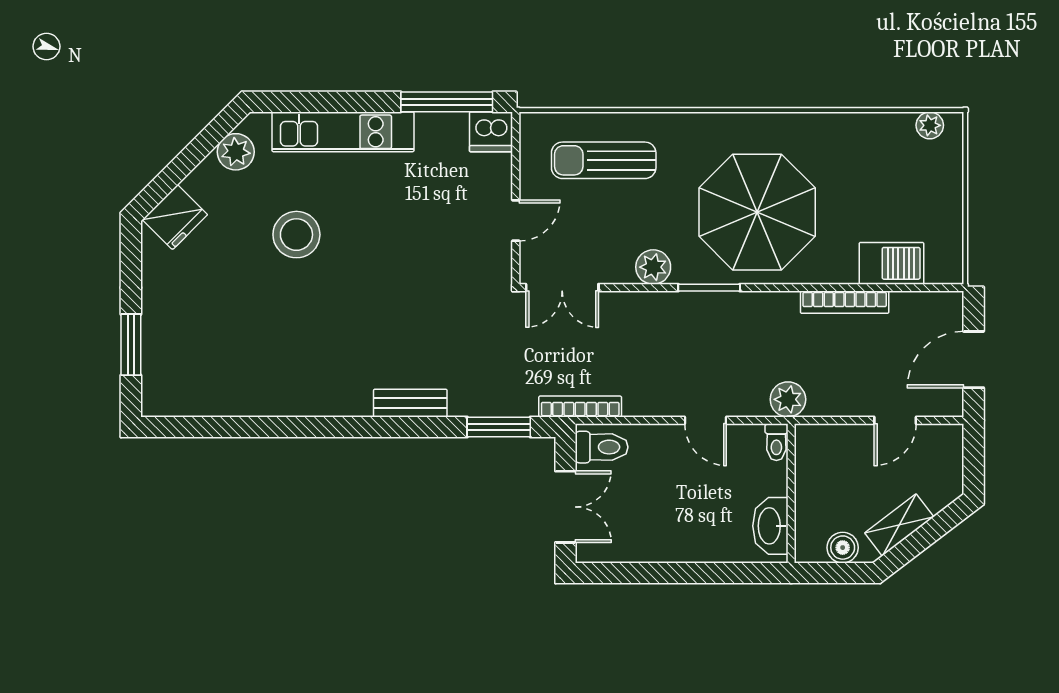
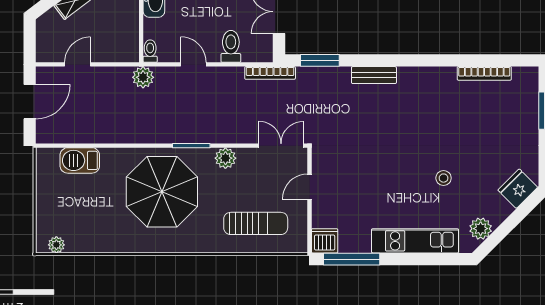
stool: (296, 235) -> (444, 178), width x0.53, depth x0.53
bookcase: (845, 302) -> (484, 73), moved, turned 180
toilet: (602, 447) -> (231, 46), moved, turned 90

